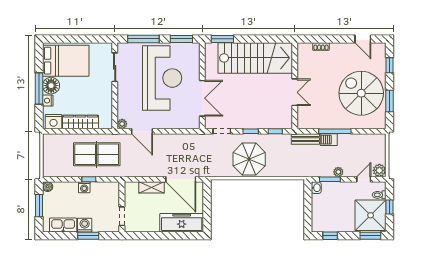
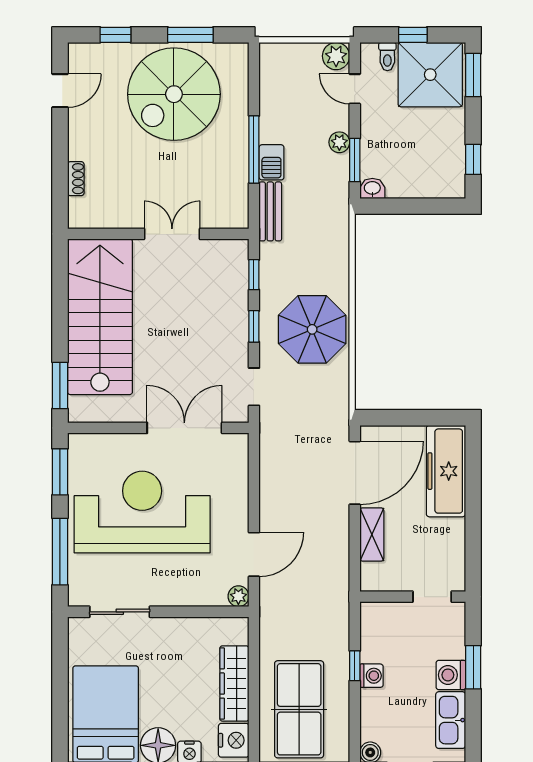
table tennis table: (97, 154) -> (299, 709), moved

